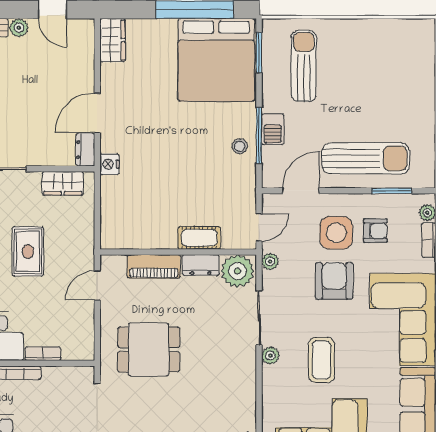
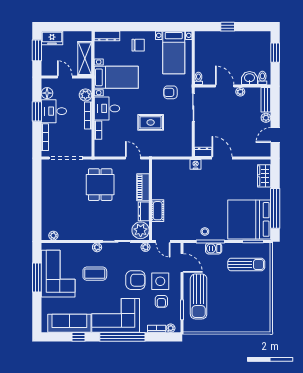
wardrobe: (112, 40) -> (264, 176), moved, turned 90
wardrobe: (63, 183) -> (186, 140), removed

